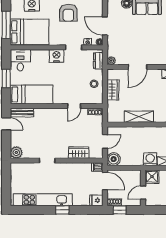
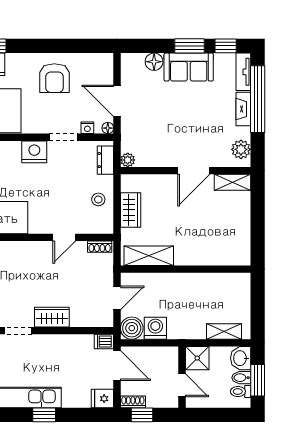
door: (137, 67) -> (194, 171), moved
shelving: (139, 117) -> (149, 256), moved
wardrobe: (79, 153) -> (52, 317), moved
washing machine: (150, 159) -> (155, 328), moved
door: (143, 193) -> (182, 385), swing flipped

